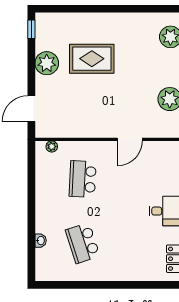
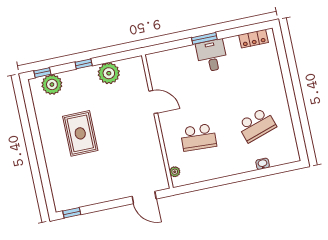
rug: (92, 59) -> (80, 133), moved
plant: (47, 63) -> (100, 192), removed

